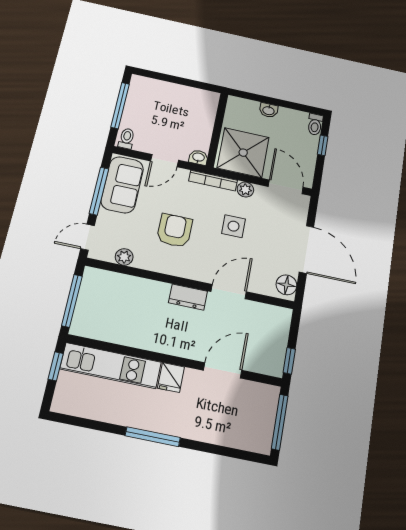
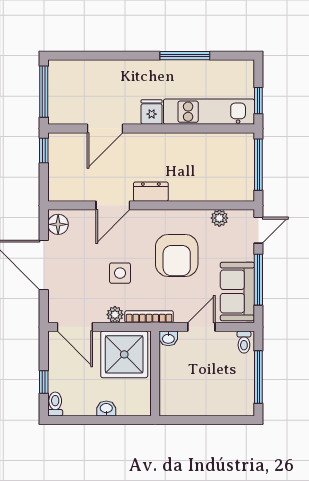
armchair: (175, 231) -> (177, 256), width x1.36, depth x1.36
window: (153, 437) -> (185, 56), moved

